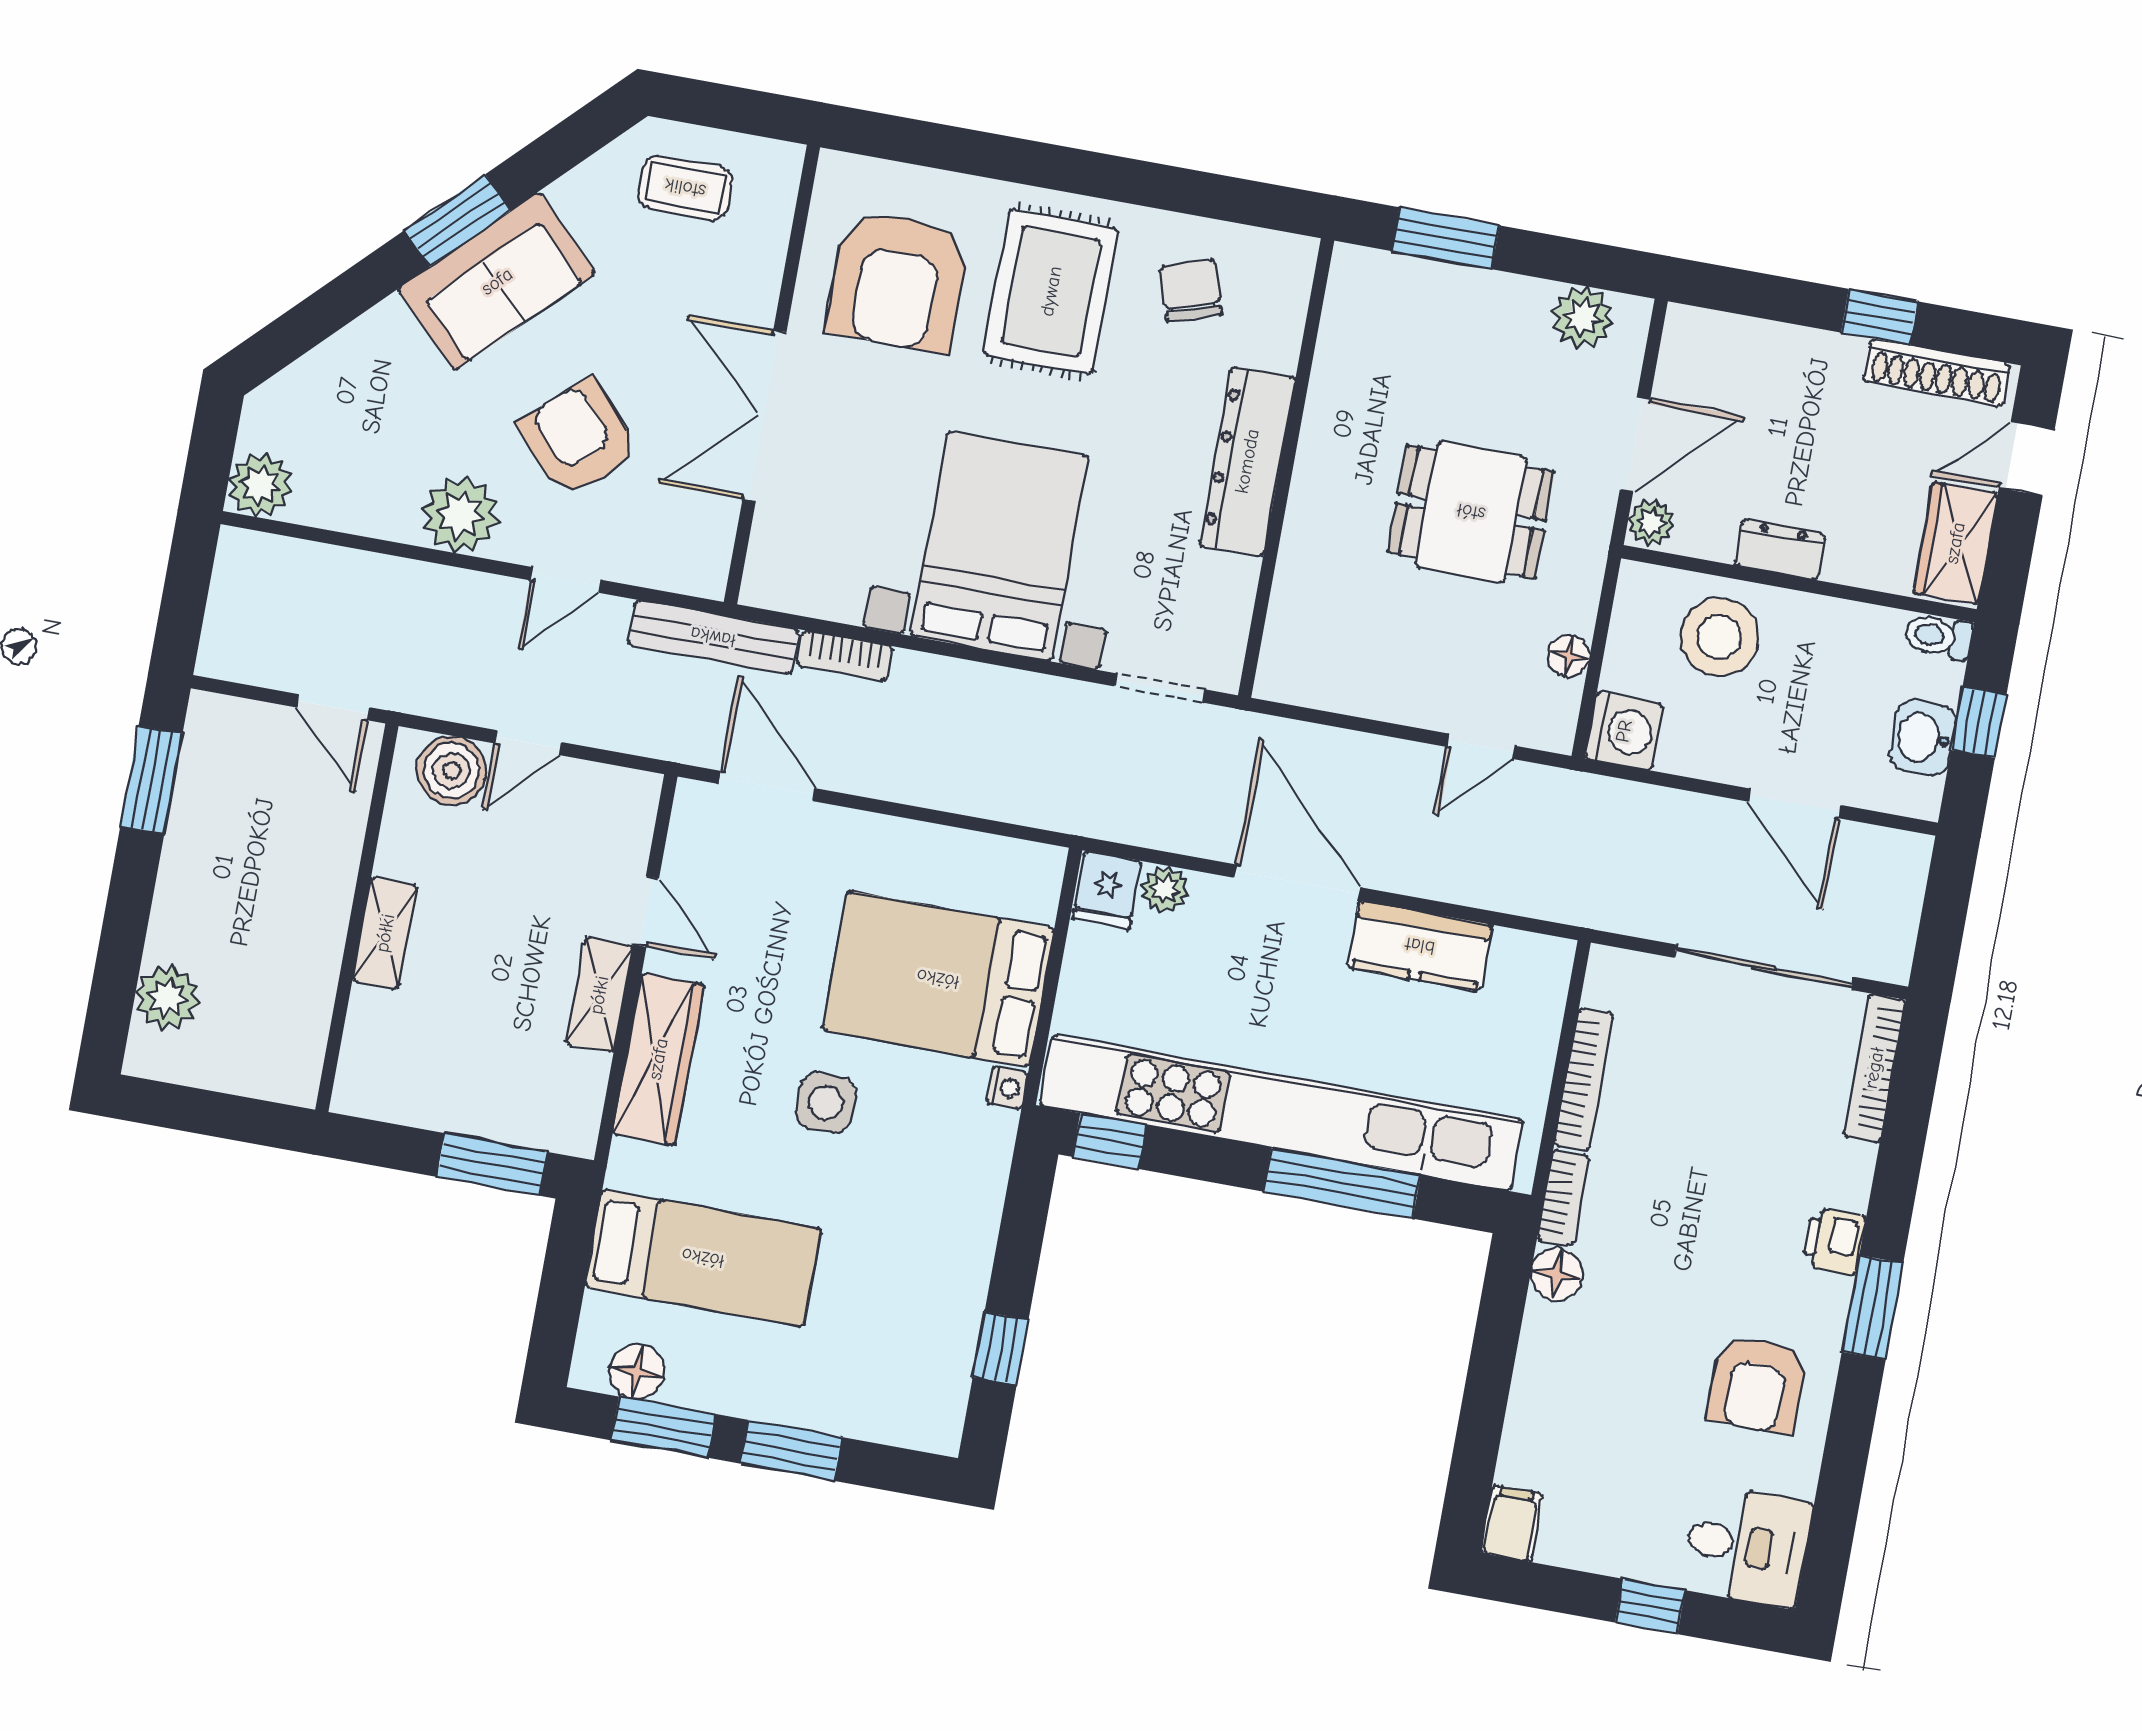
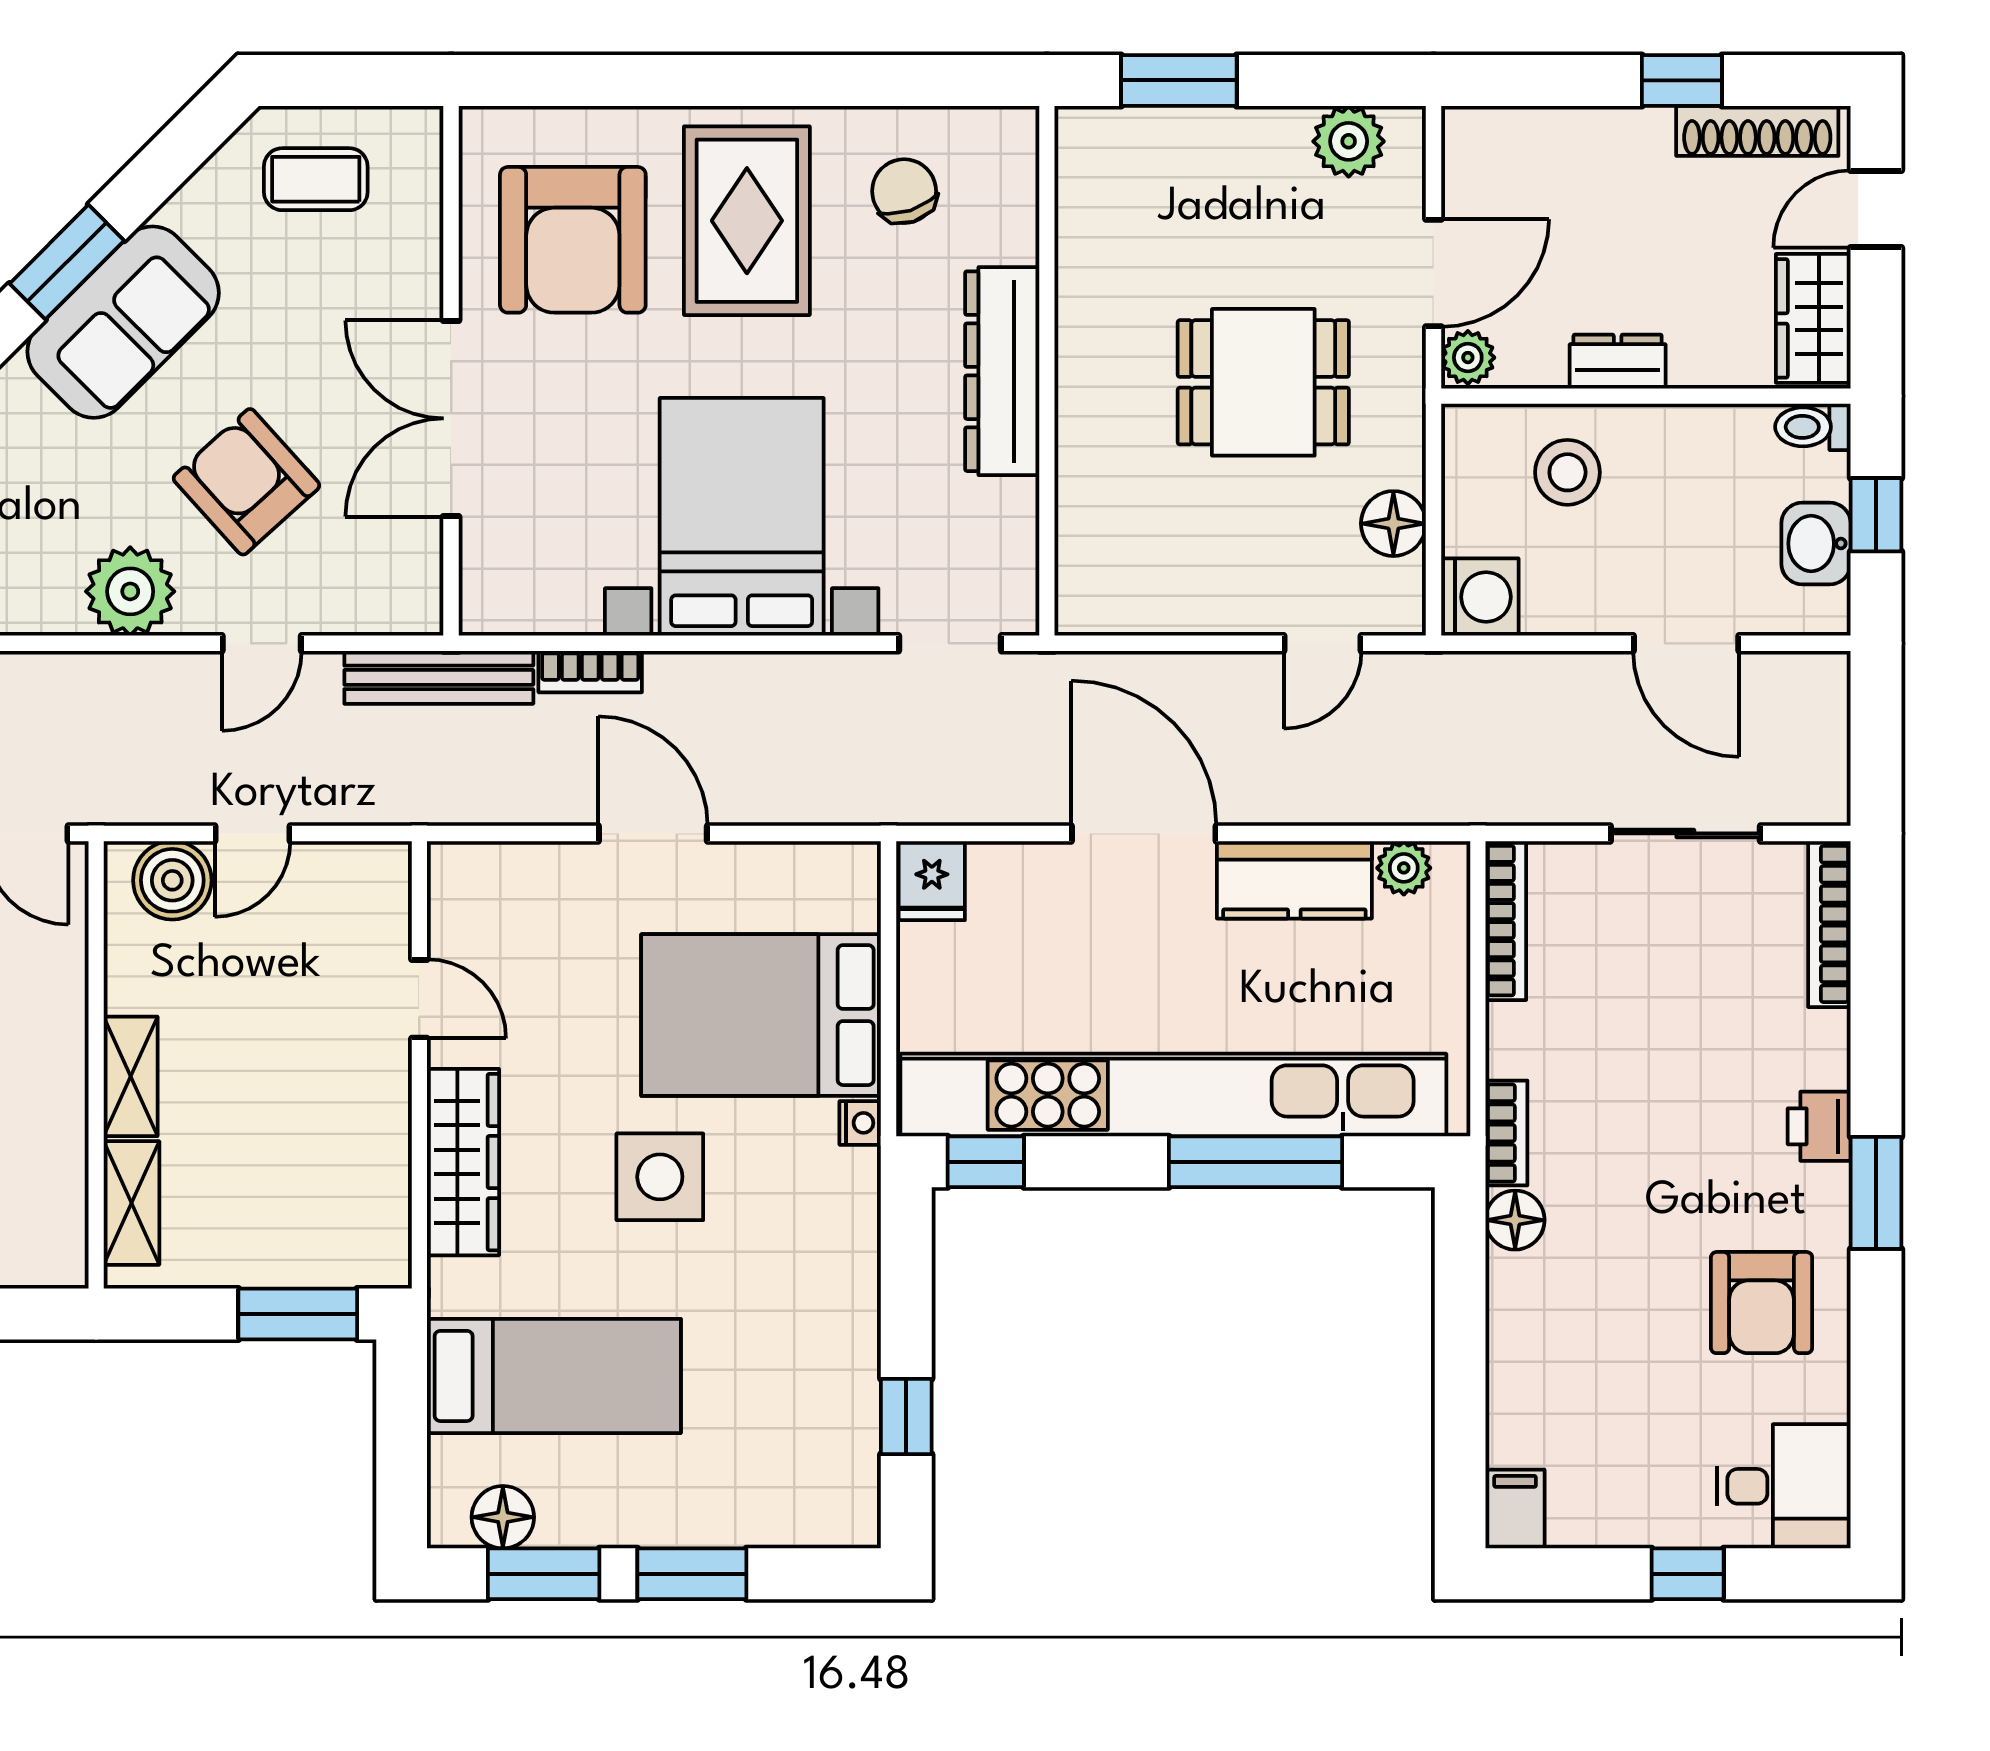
stool: (1719, 637) -> (1567, 472), width x0.73, depth x0.73
floor lamp: (1569, 656) -> (1393, 524), width x1.37, depth x1.37
door: (767, 786) -> (653, 833), moved
plant: (1165, 889) -> (1404, 868), moved
sliding door: (1764, 967) -> (1685, 833), width x0.73
shelving: (599, 995) -> (132, 1203), moved
bookcase: (1584, 1079) -> (1506, 921), moved
side table: (826, 1103) -> (660, 1177), width x1.37, depth x1.37

